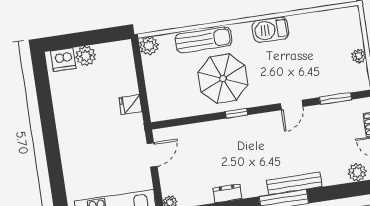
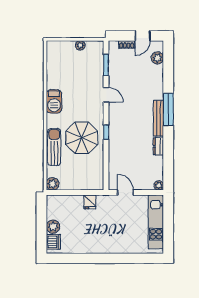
bench: (294, 183) -> (158, 118), moved

